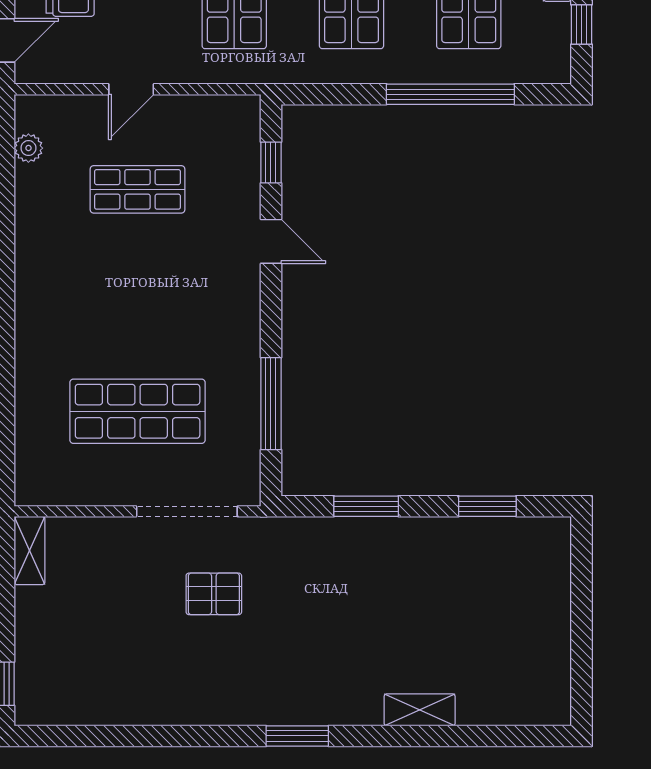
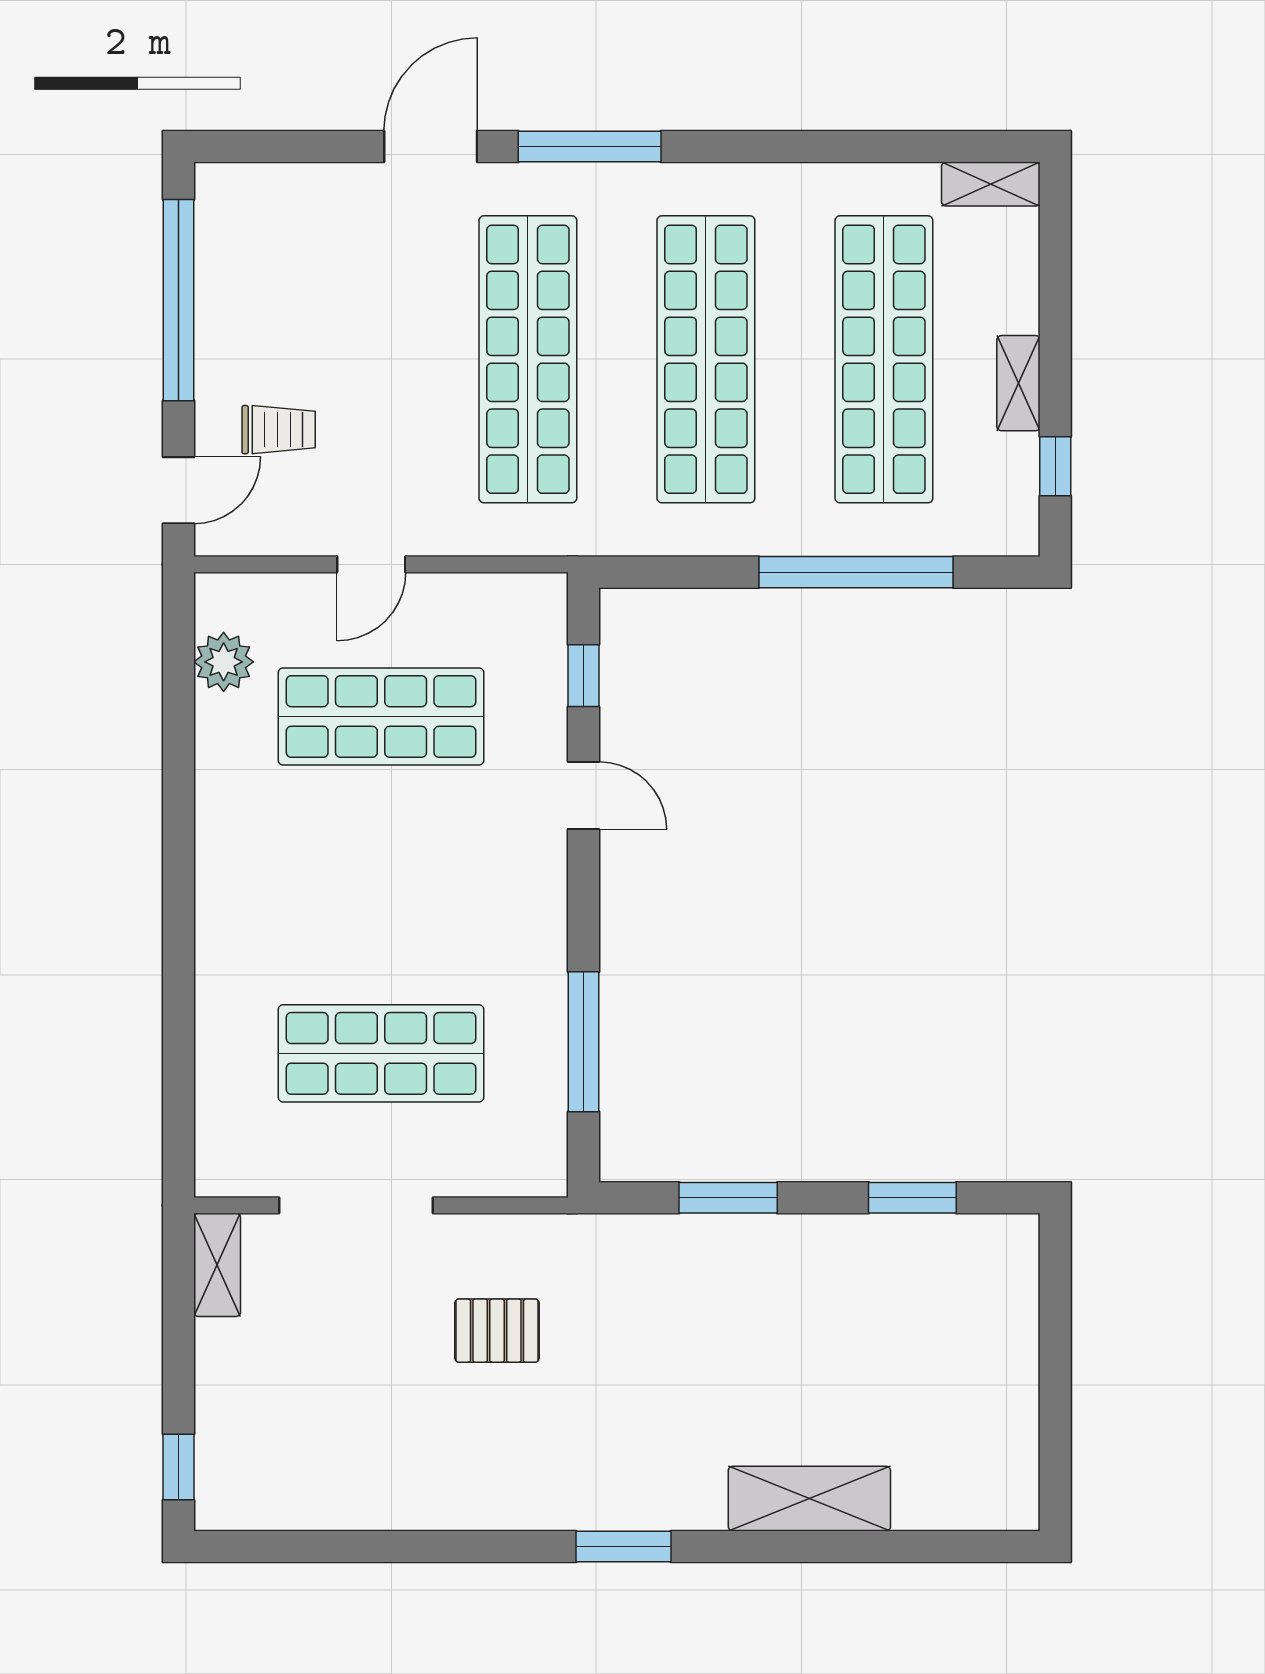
plant: (28, 148) -> (224, 662), width x1.38, depth x1.38
shop shelf: (138, 189) -> (381, 716), width x1.43, depth x1.36
doorway: (187, 511) -> (356, 1205), moved
shelving: (420, 710) -> (809, 1499), width x1.50, depth x1.33

